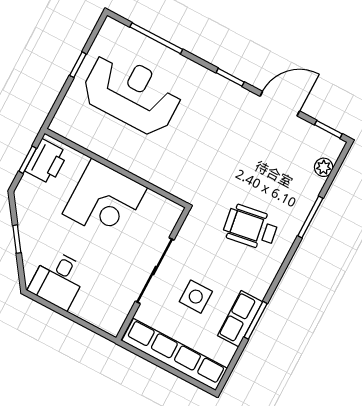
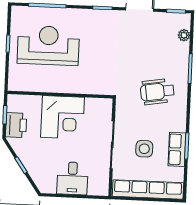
printer: (47, 162) -> (16, 125), moved
desk: (58, 280) -> (72, 178), moved

